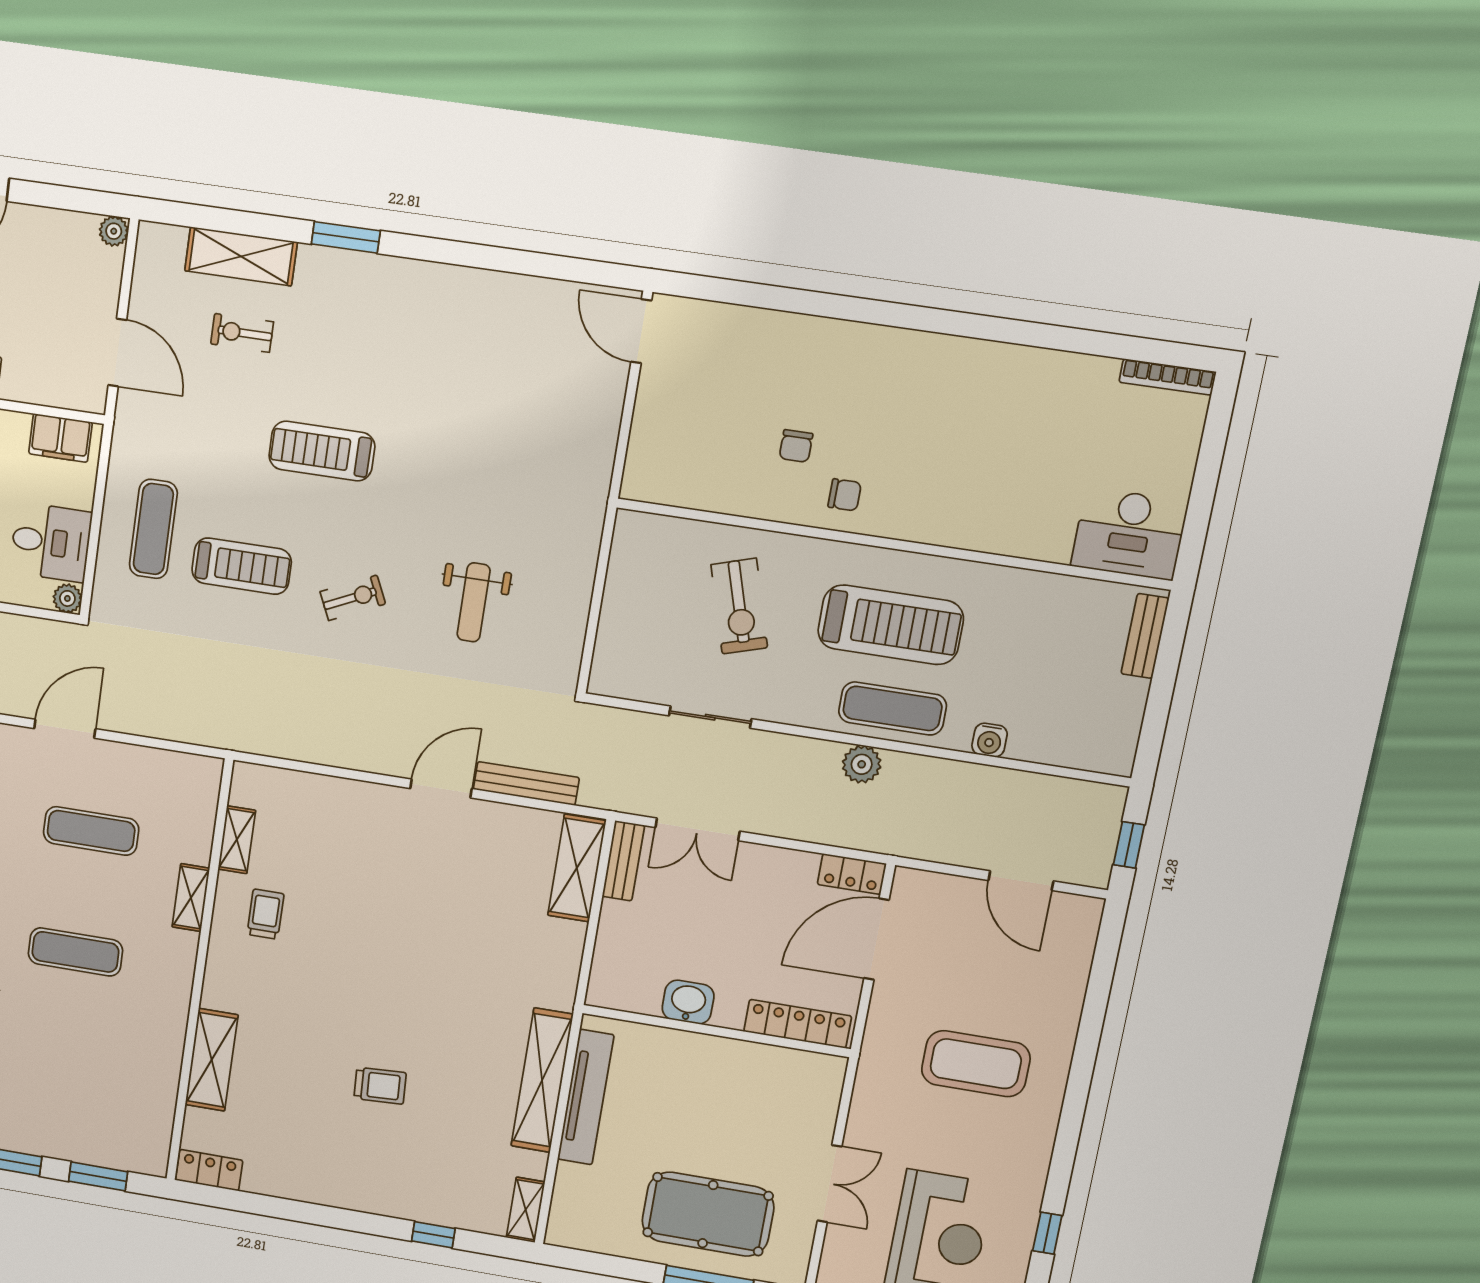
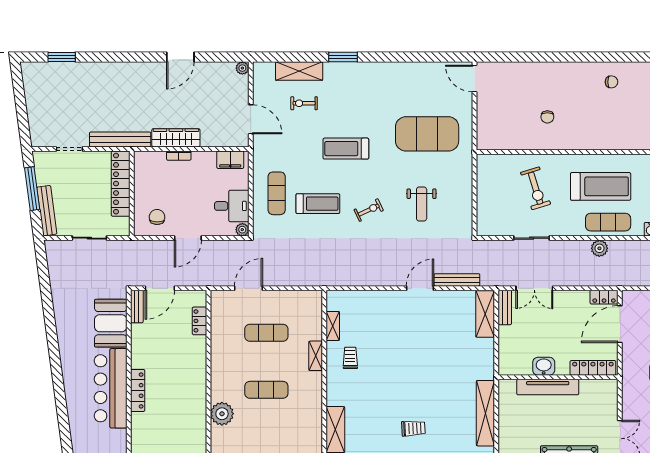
exercise mat: (511, 444) -> (427, 134), added
chair: (845, 495) -> (611, 82), moved
tv unit: (586, 1097) -> (548, 387), moved, turned 90

